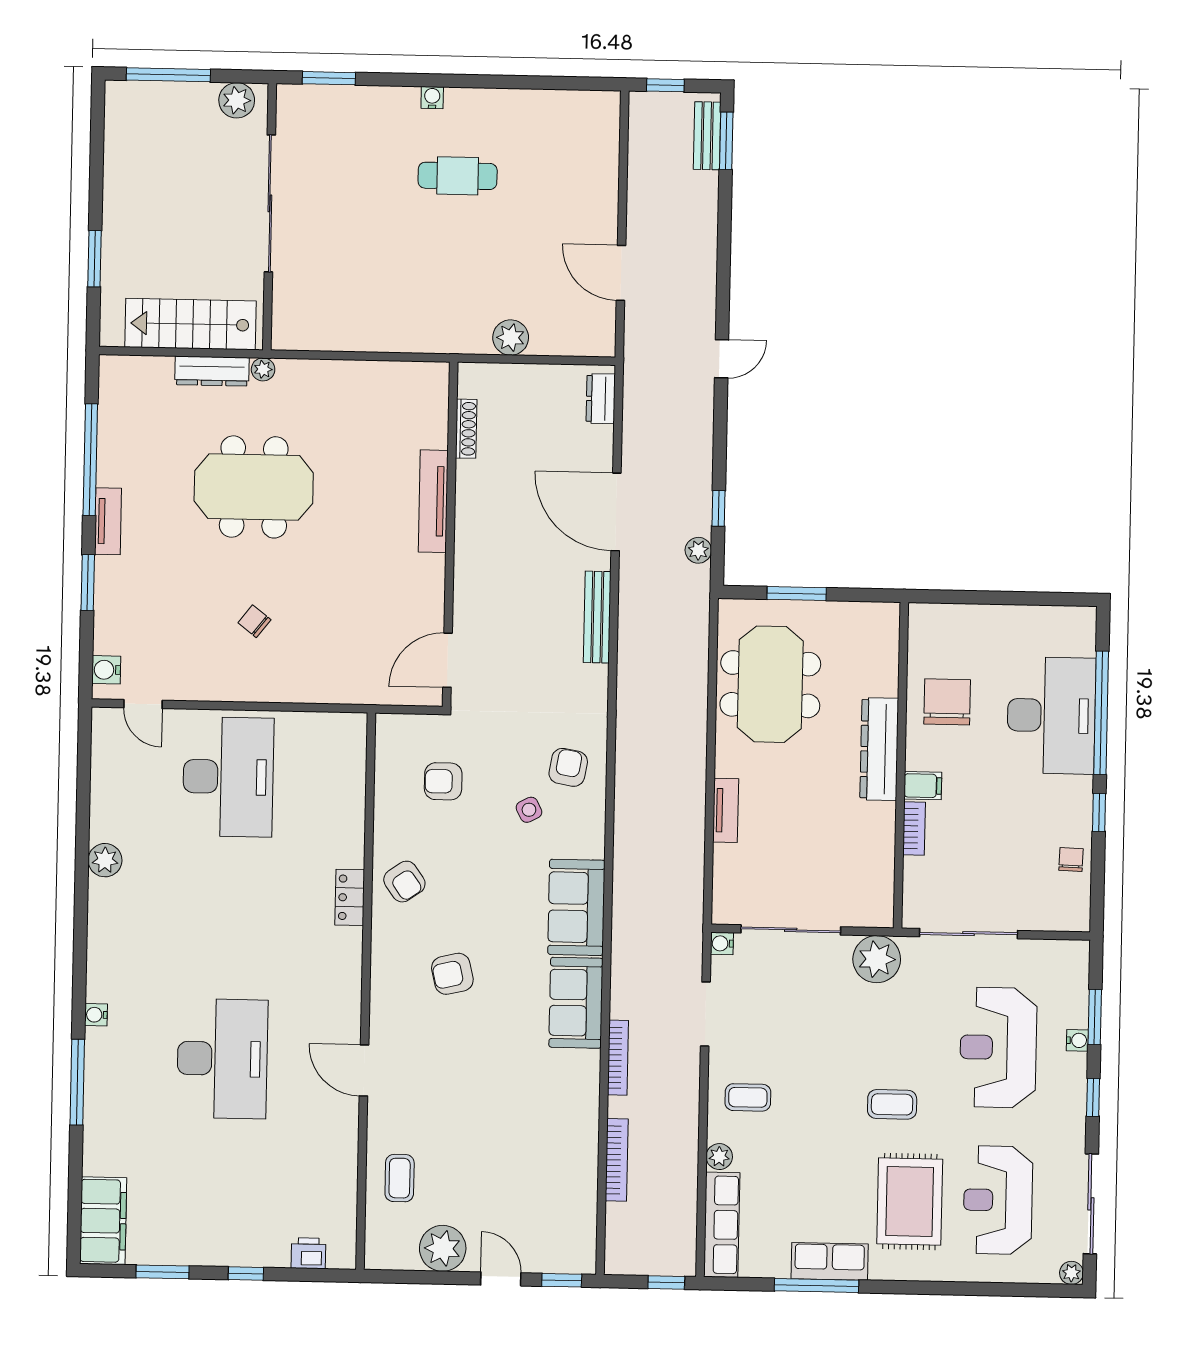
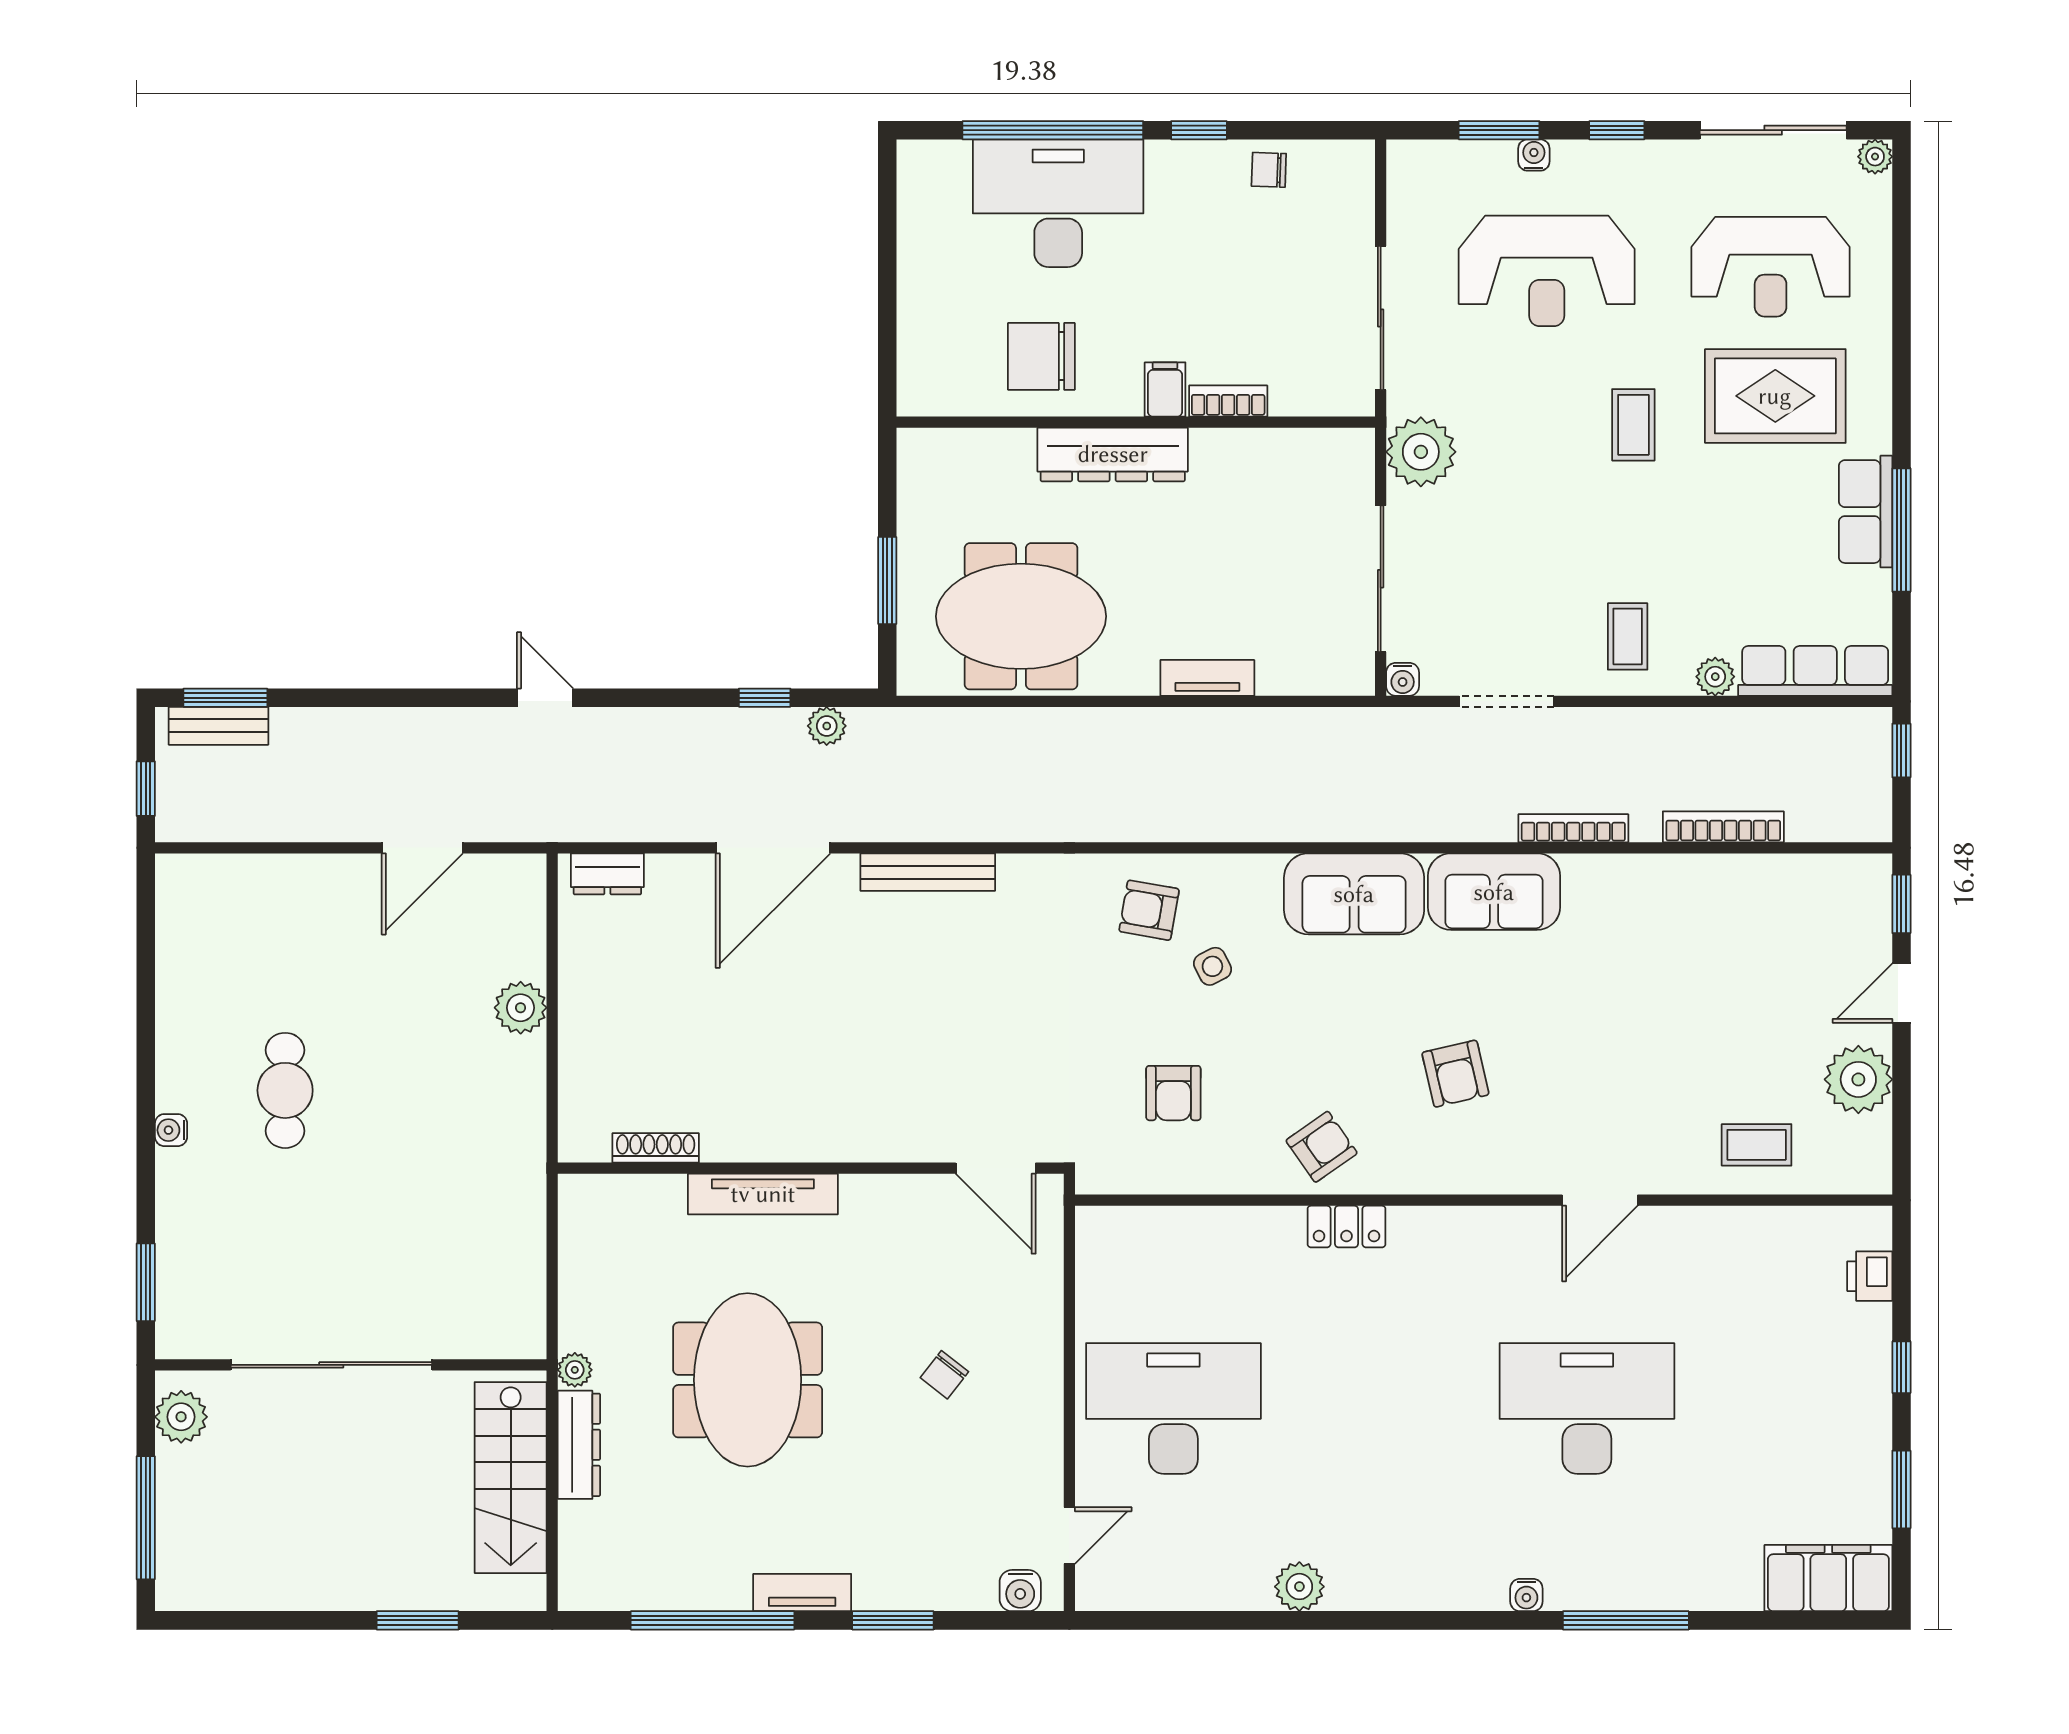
shoe rack: (466, 429) -> (656, 1148), moved
tv unit: (433, 501) -> (763, 1194), moved
wall: (450, 534) -> (811, 1168), moved
door: (448, 660) -> (996, 1168), moved

